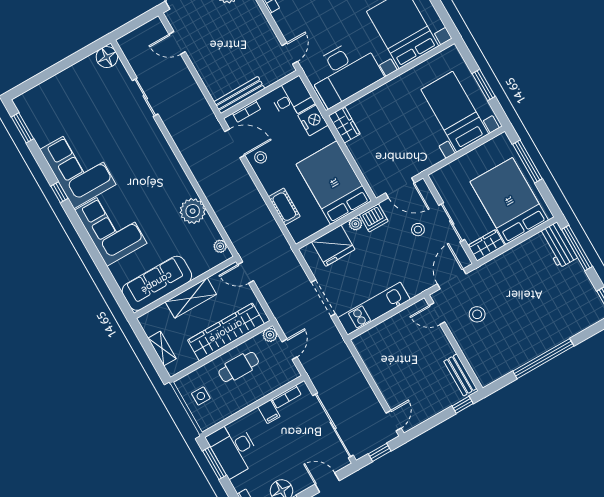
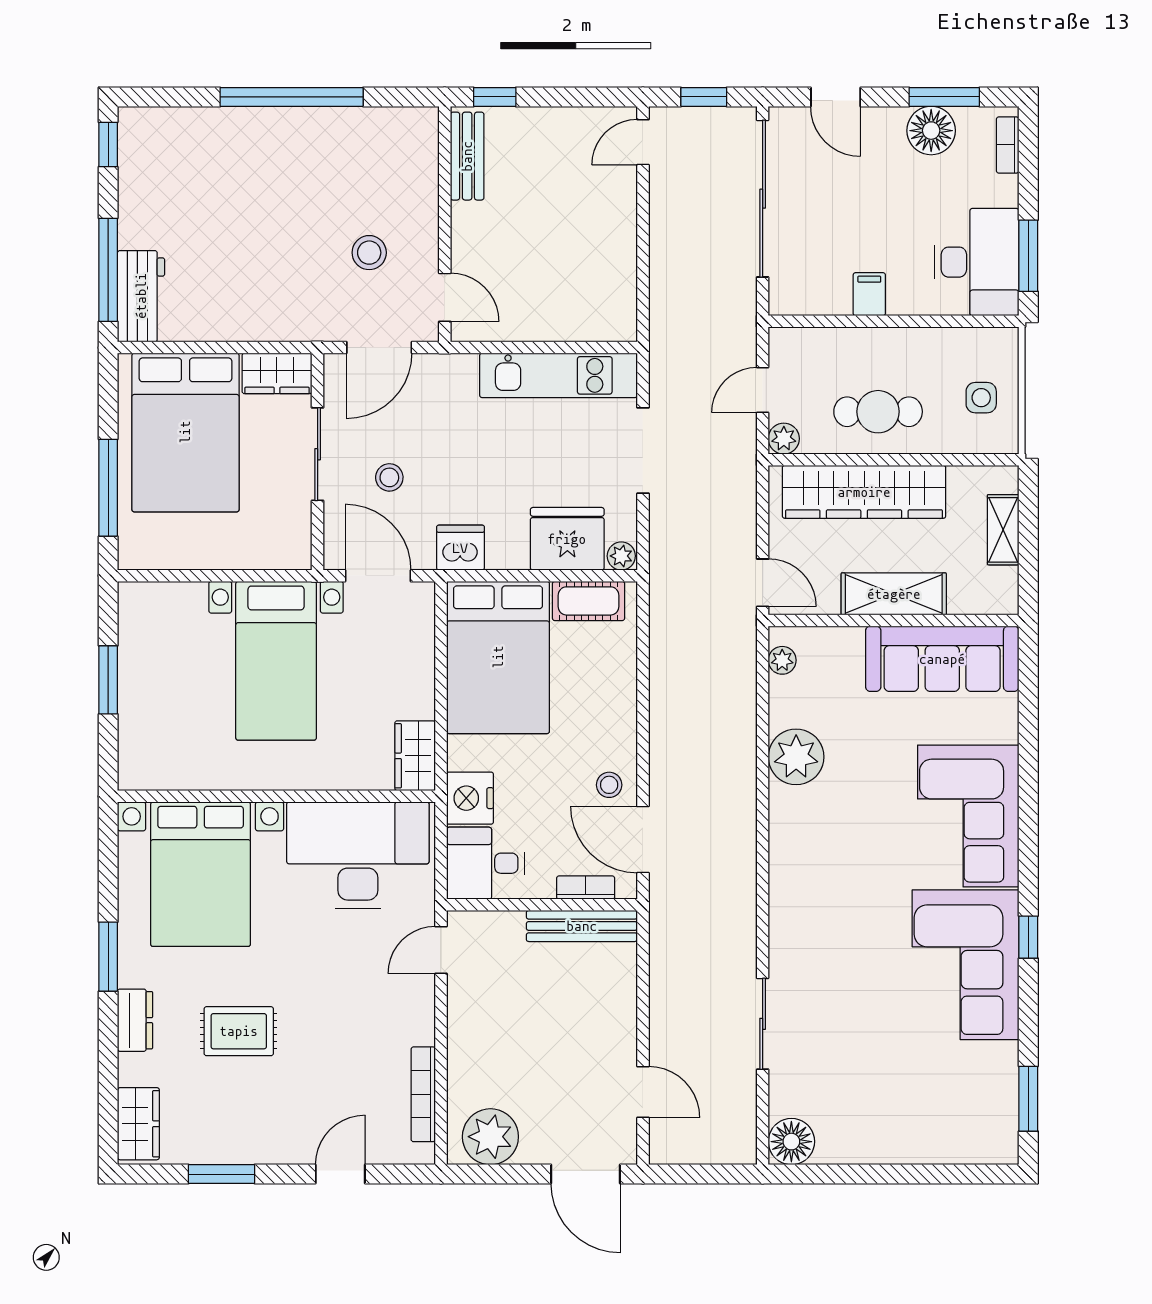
bed with nightstands: (455, 112) -> (276, 661), moved
cot: (284, 207) -> (589, 601), moved, turned 90
plant: (355, 224) -> (621, 556), moved
bookcase: (286, 397) -> (820, 304), removed

